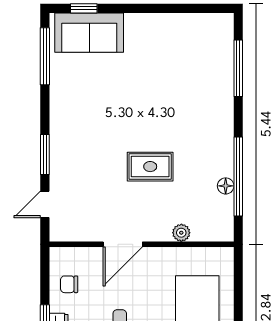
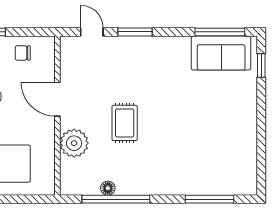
sofa: (89, 33) -> (221, 53), moved, turned -90
plant: (181, 233) -> (74, 143), width x1.87, depth x1.87
chair: (69, 284) -> (23, 53), turned -90

